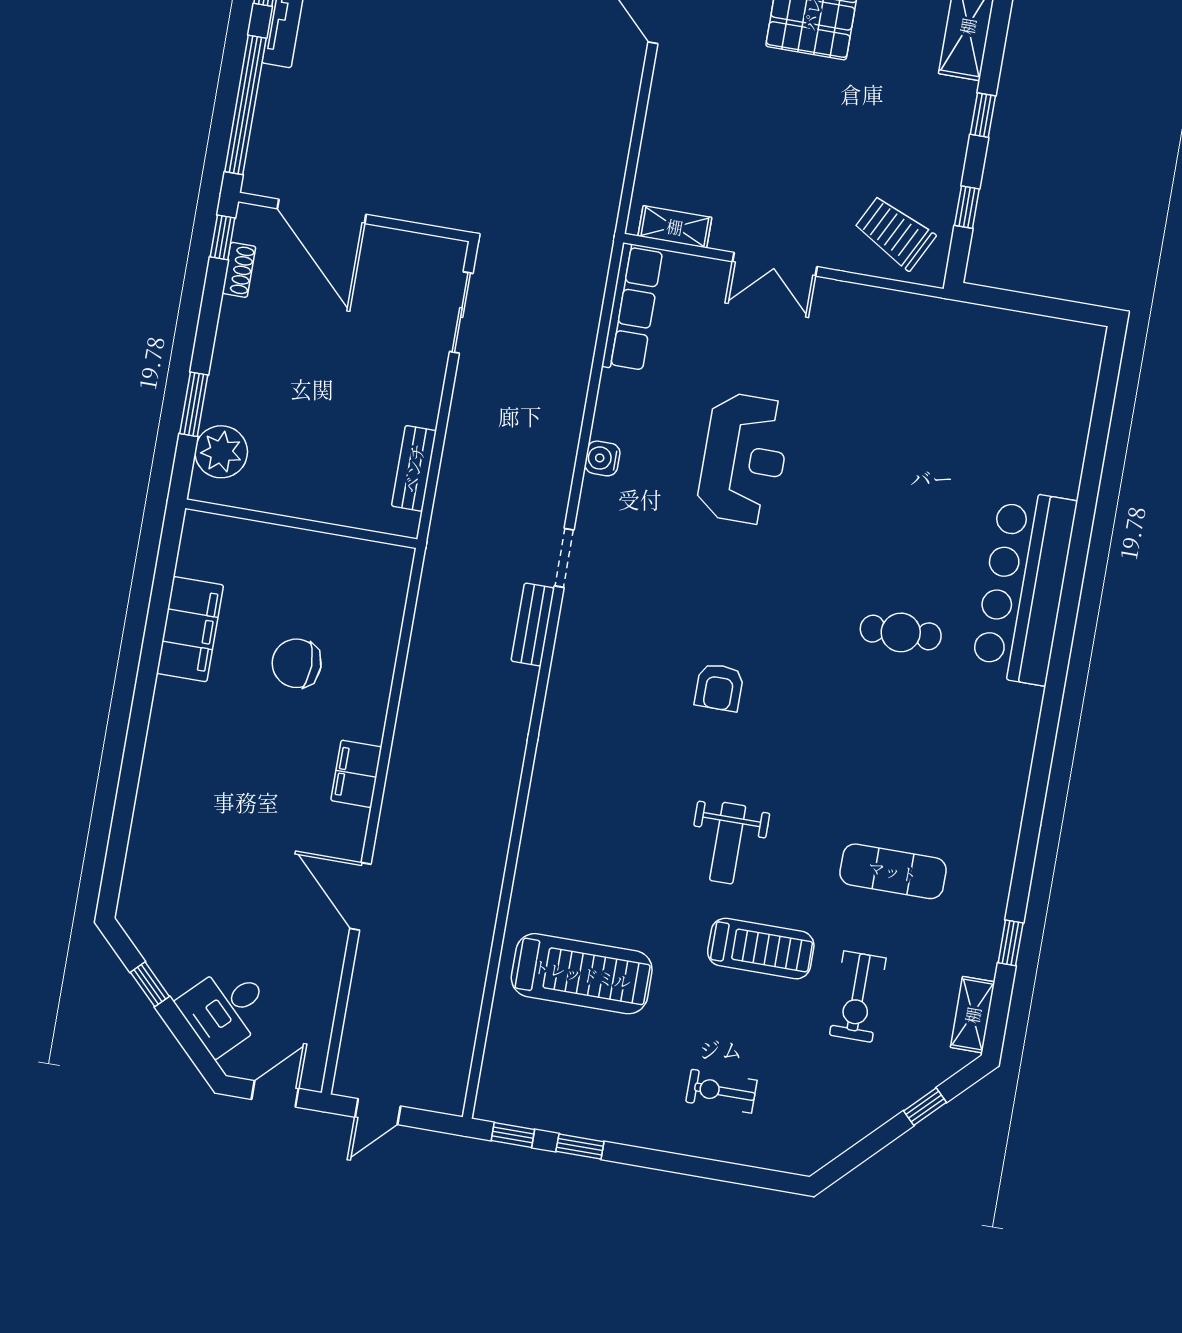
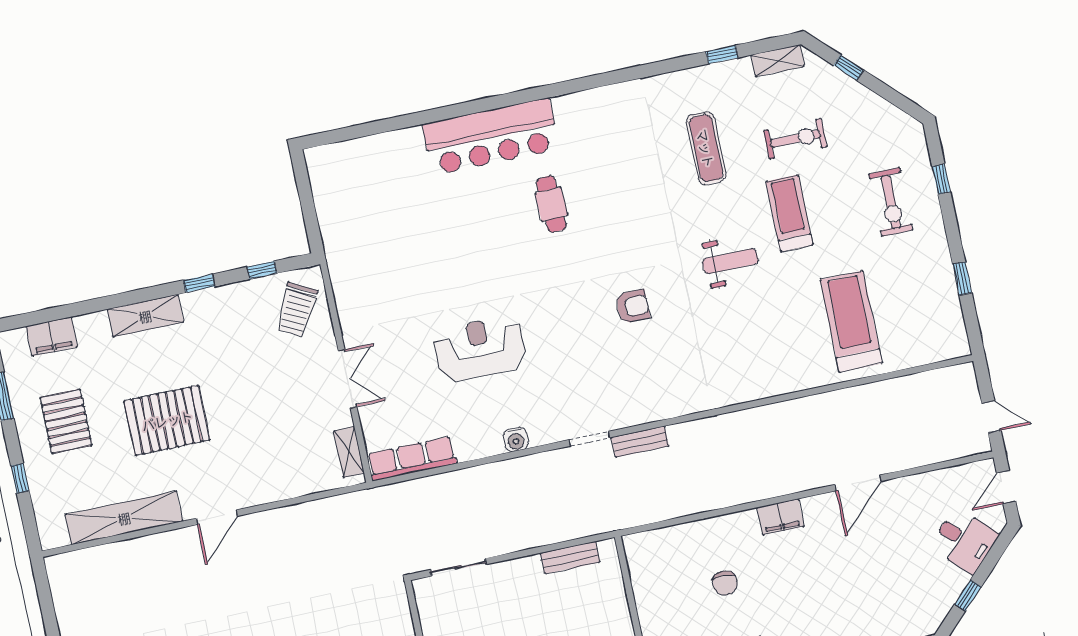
chair: (297, 663) -> (725, 583), width x0.73, depth x0.73
exercise bike: (721, 1091) -> (891, 202), width x1.38, depth x1.39
door: (275, 1094) -> (1006, 487), hinge flipped
window: (513, 1135) -> (941, 179), moved

